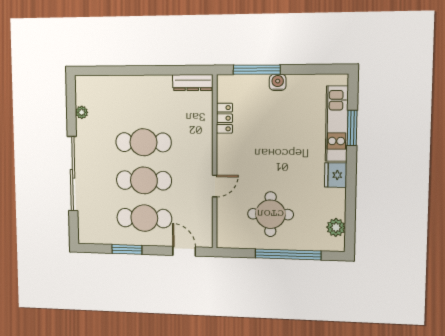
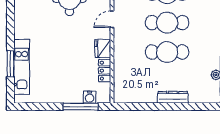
water cooler: (278, 82) -> (90, 97), moved
dresser: (193, 83) -> (173, 97), moved
fridge: (336, 175) -> (103, 48), moved, turned 180

